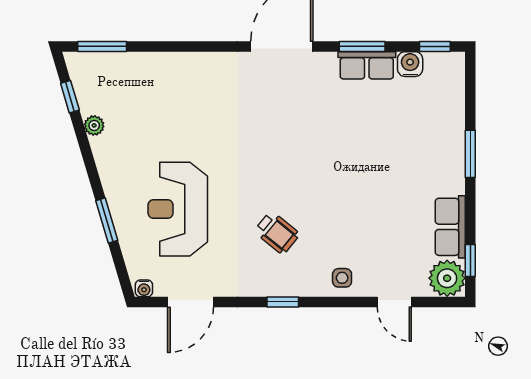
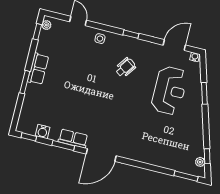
row of seats: (367, 65) -> (73, 139), moved
plant: (94, 125) -> (200, 162), moved
row of seats: (450, 227) -> (38, 69), moved
wheelchair: (277, 233) -> (125, 68), turned 86
plant: (447, 278) -> (46, 25), width x0.53, depth x0.53

